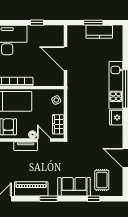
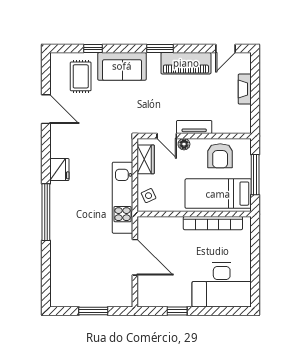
kitchen counter: (99, 32) -> (85, 297), removed
kitchen unit: (116, 85) -> (122, 198), moved, turned 180

